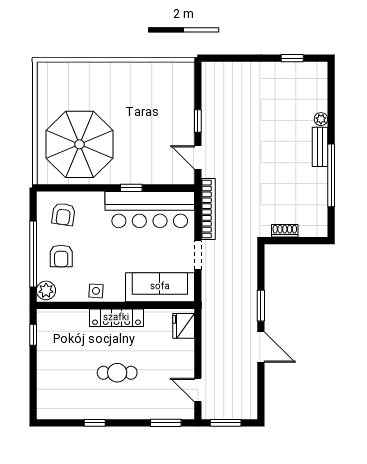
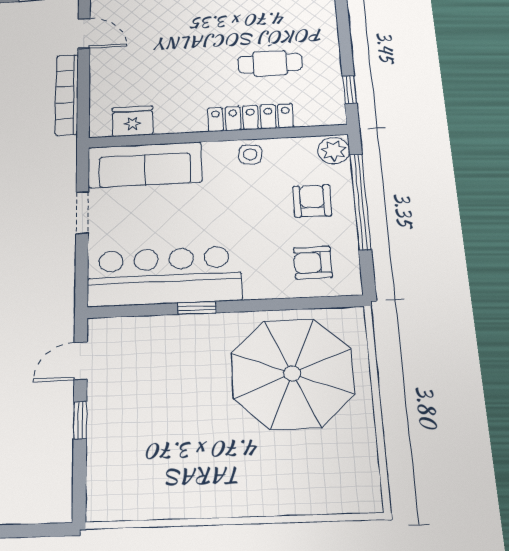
door: (198, 157) -> (81, 361), swing flipped
bookcase: (208, 209) -> (67, 95), moved
armchair: (64, 214) -> (313, 263), turned -98
locker: (116, 318) -> (251, 118), moved
fridge: (184, 326) -> (133, 121), moved, turned -90
cafe table: (117, 373) -> (270, 63), moved

